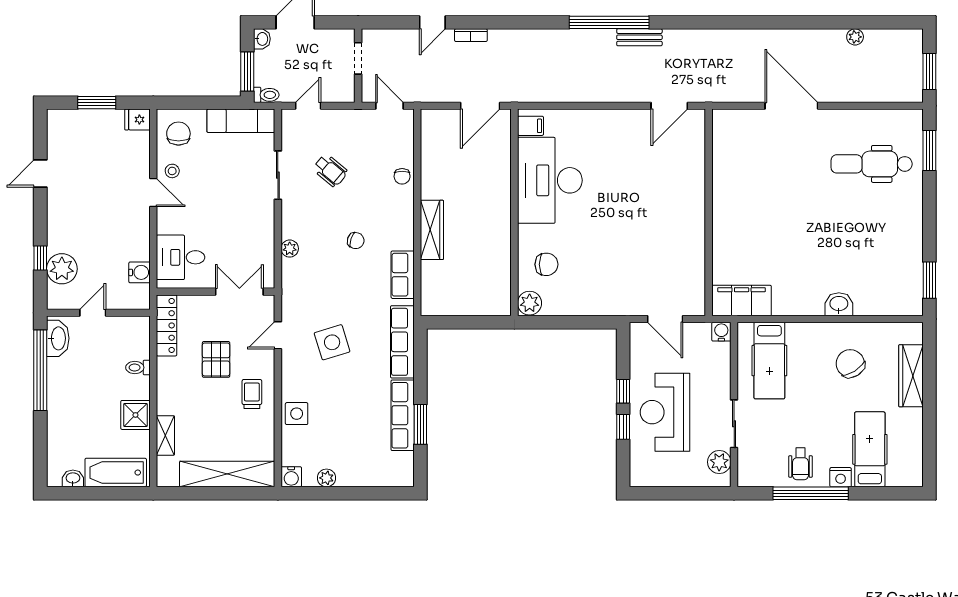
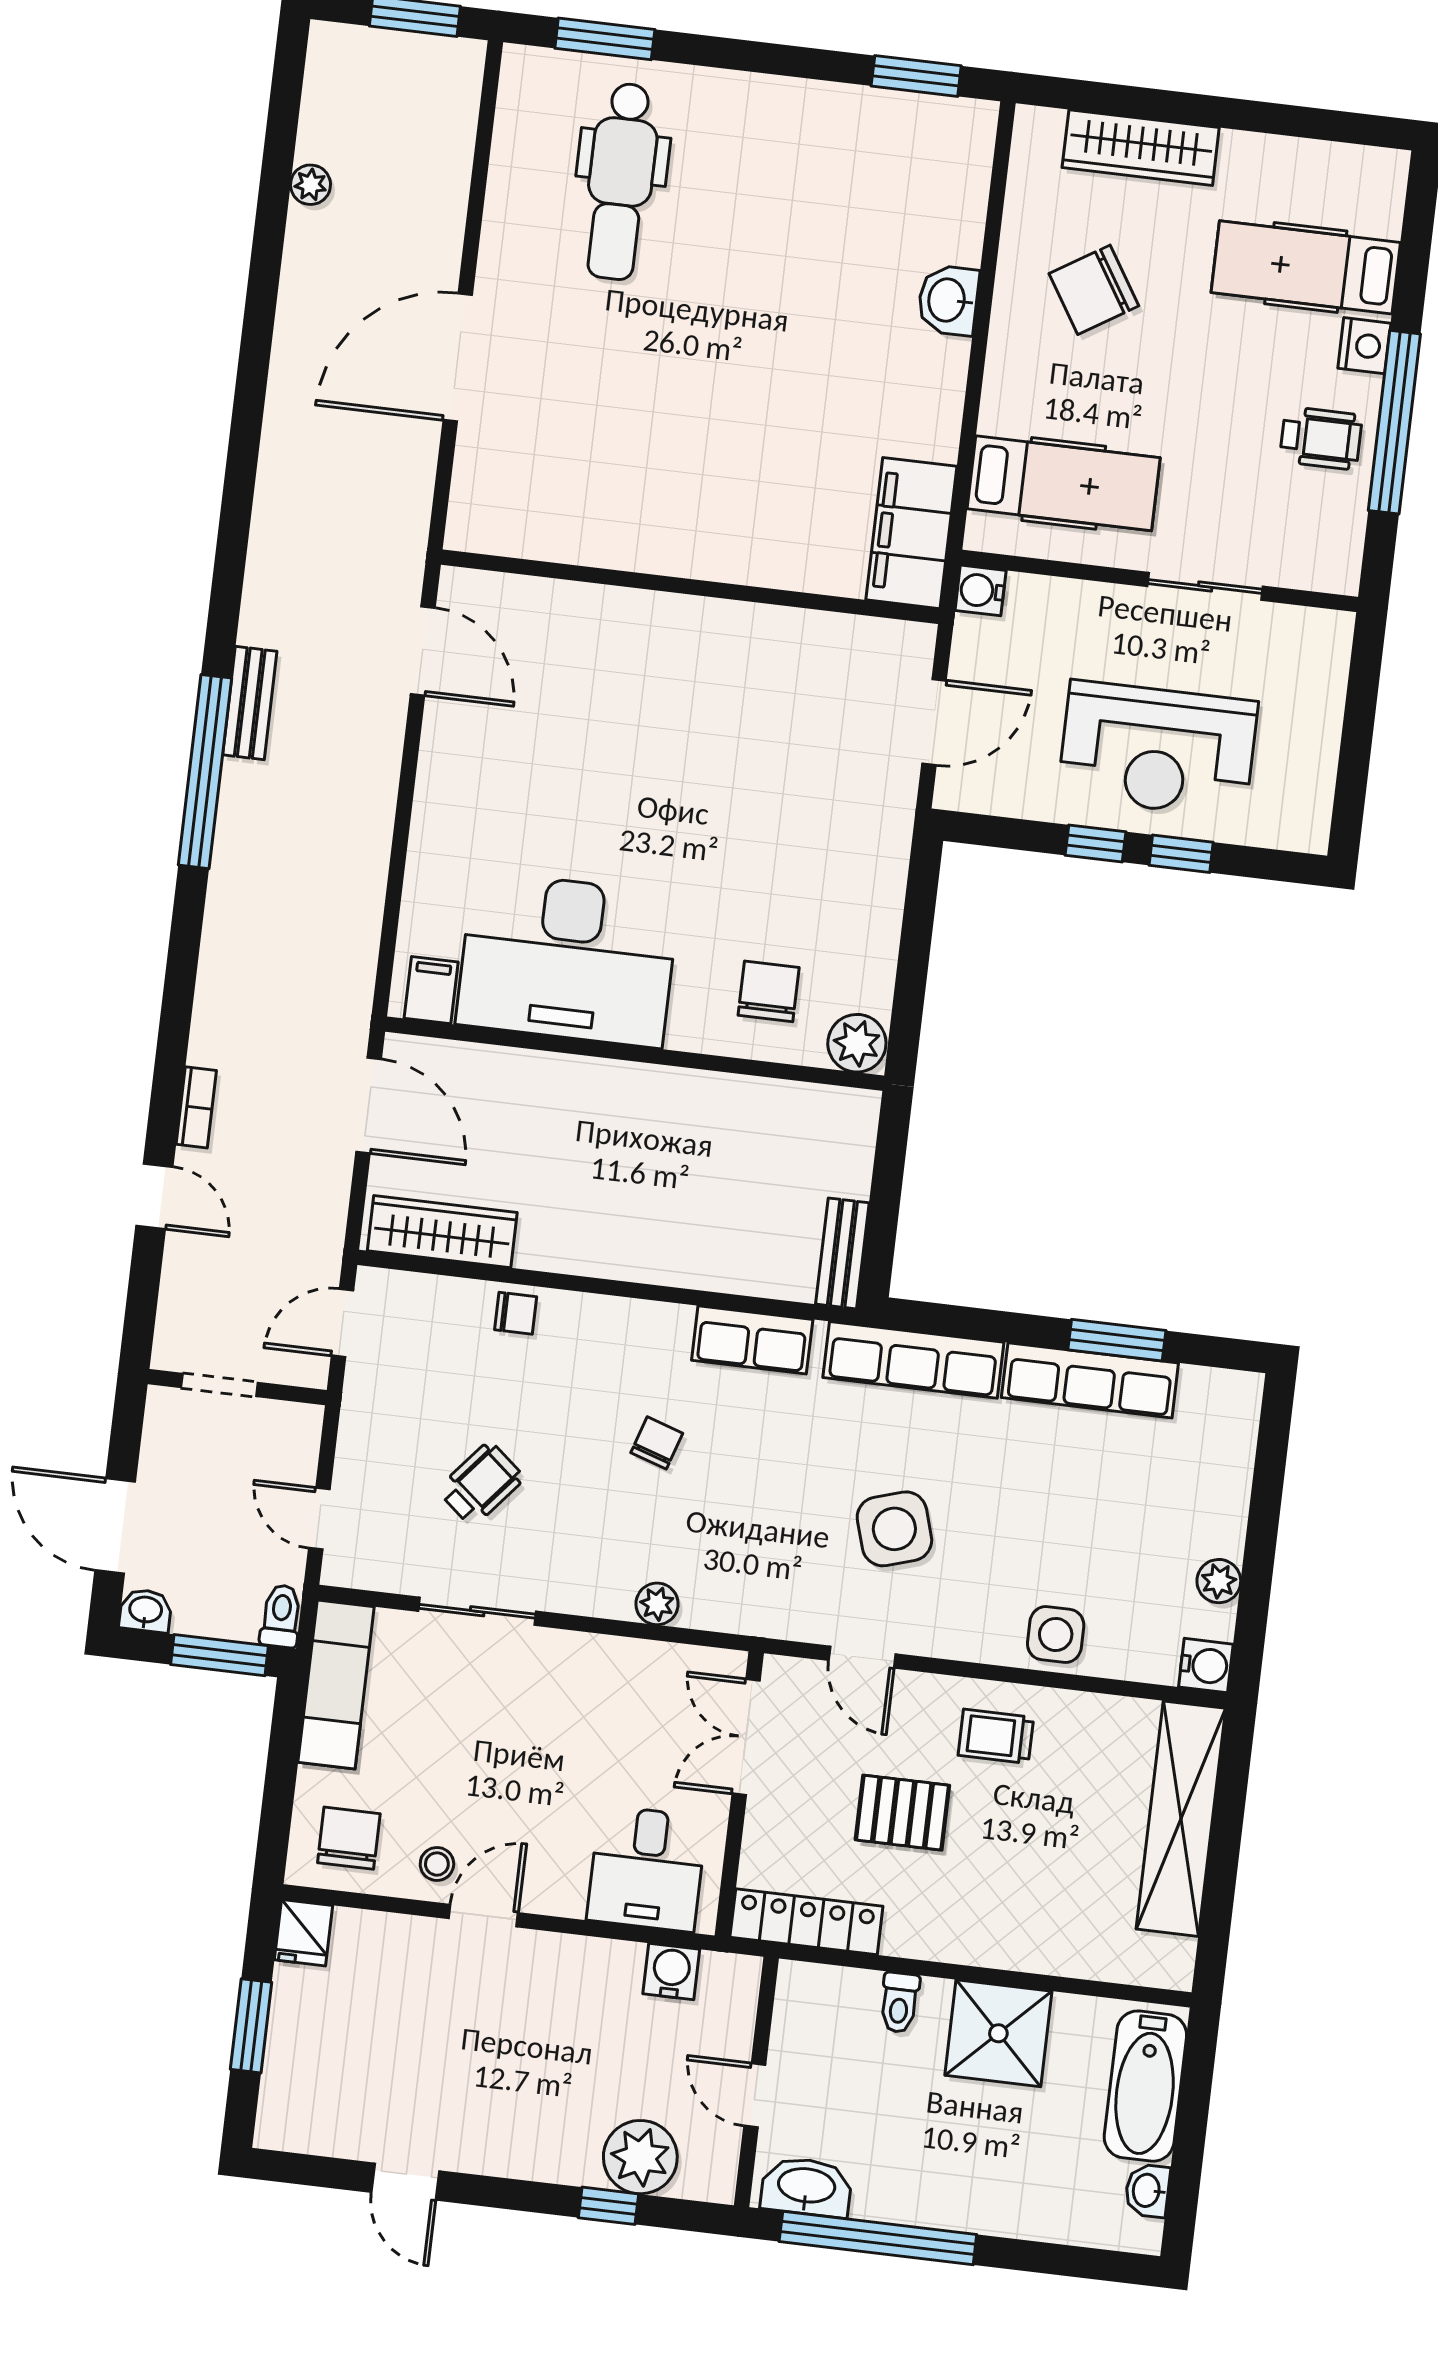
chair: (178, 134) -> (349, 1838), turned 90
wardrobe: (432, 230) -> (442, 1232), moved
bench: (443, 307) -> (842, 1253), added
shower: (135, 415) -> (998, 2033), width x1.36, depth x1.36
shelving: (165, 435) -> (1071, 1956), removed
plant: (719, 462) -> (1293, 633), removed

